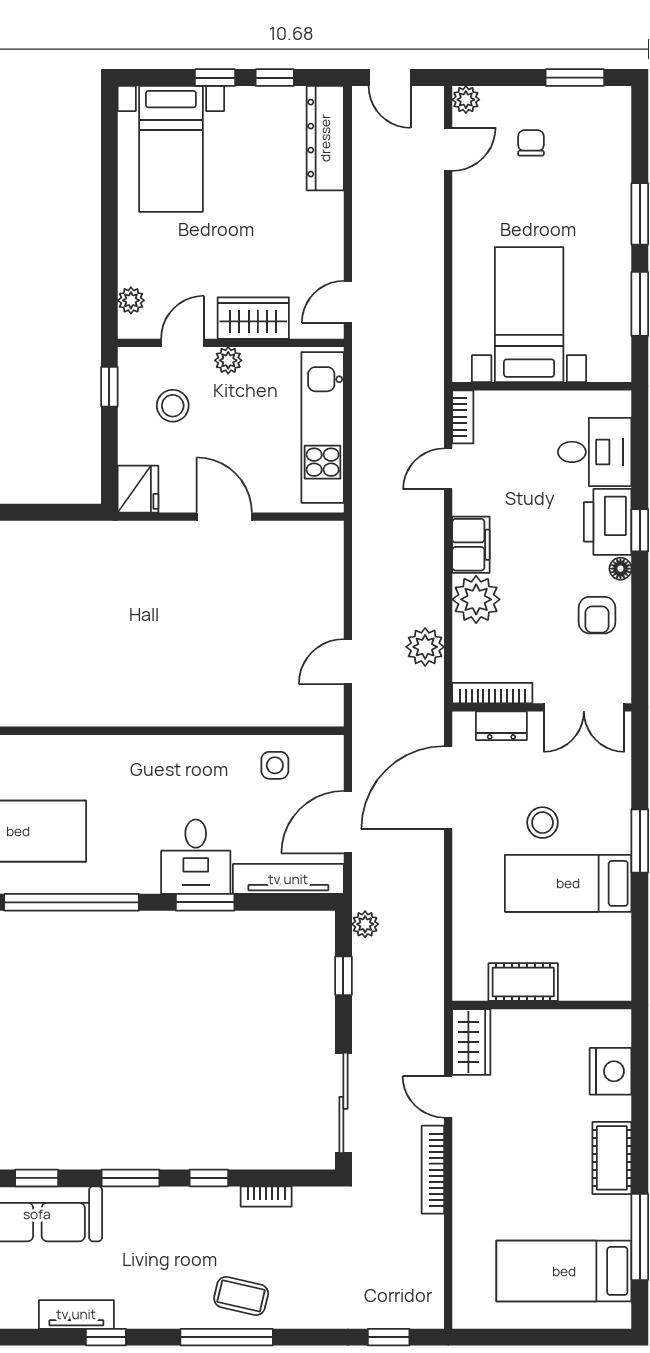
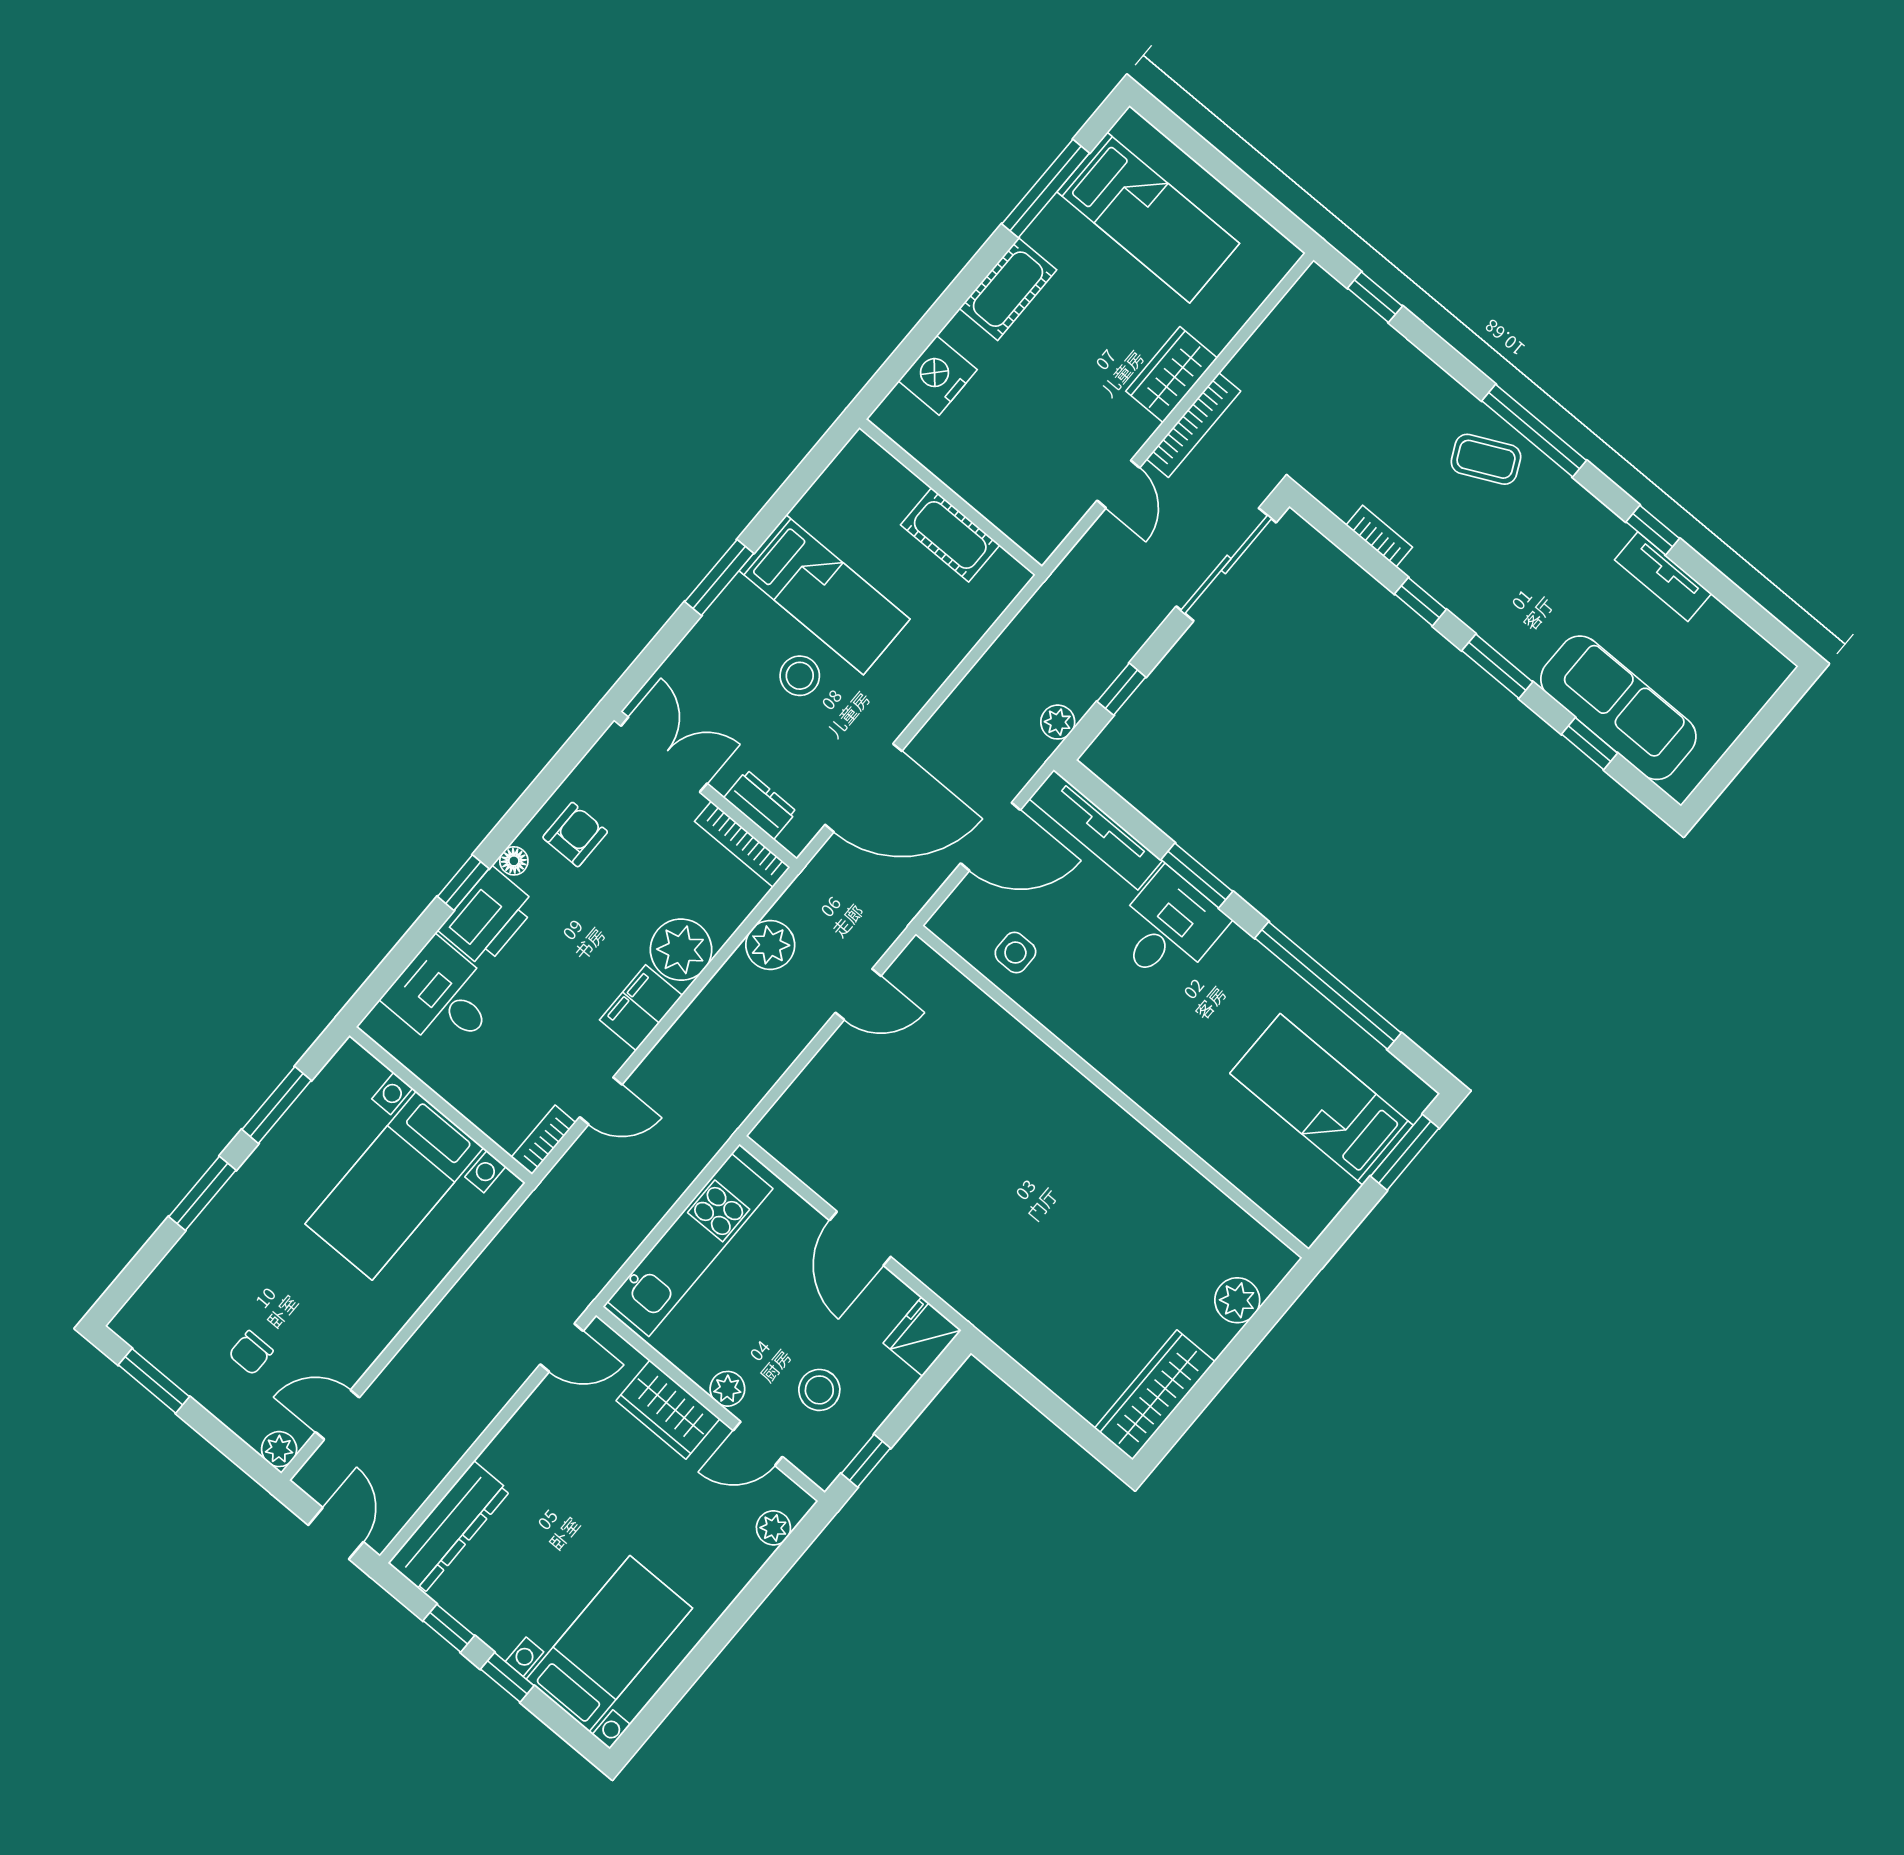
wardrobe: (471, 1042) -> (1172, 375), moved
coffee table: (241, 1296) -> (1486, 459), turned -39

